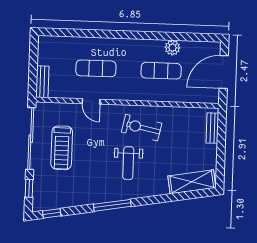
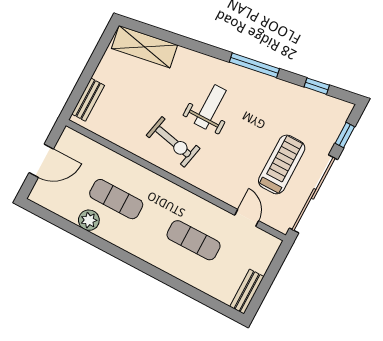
door: (224, 72) -> (41, 161), width x0.73
bench: (42, 82) -> (247, 292), moved
door: (91, 101) -> (247, 218), moved
window: (52, 213) -> (317, 86), moved

